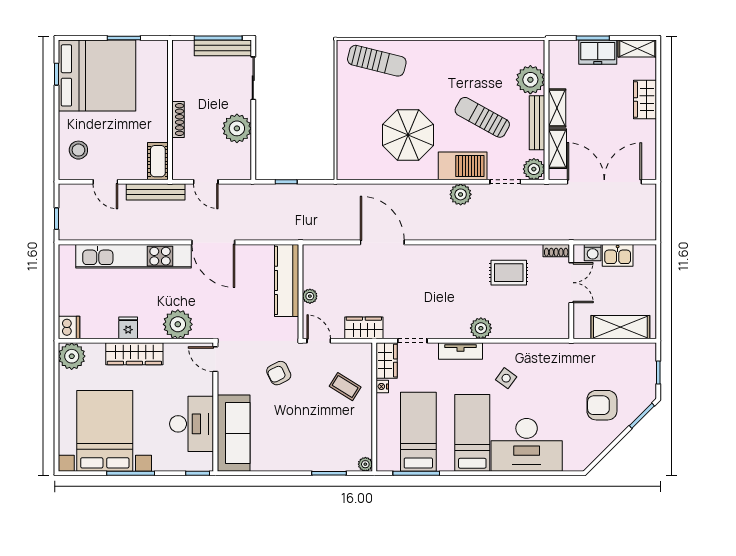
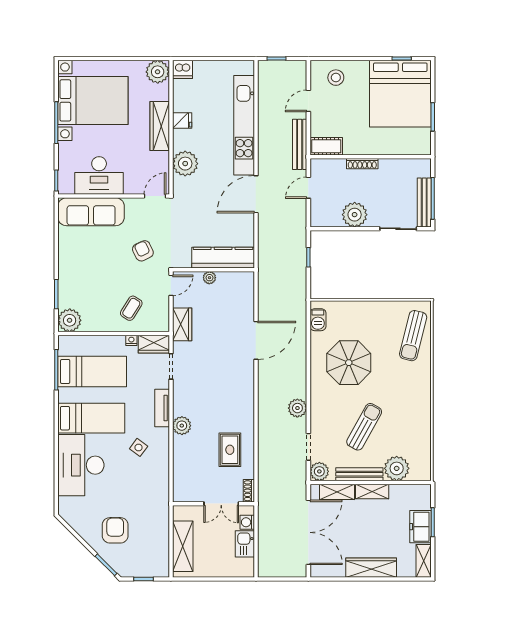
wardrobe: (645, 100) -> (371, 568), width x1.50
barbecue: (463, 166) -> (318, 320), moved, width x0.53, depth x0.65
plant: (365, 464) -> (70, 320), width x1.88, depth x1.88

